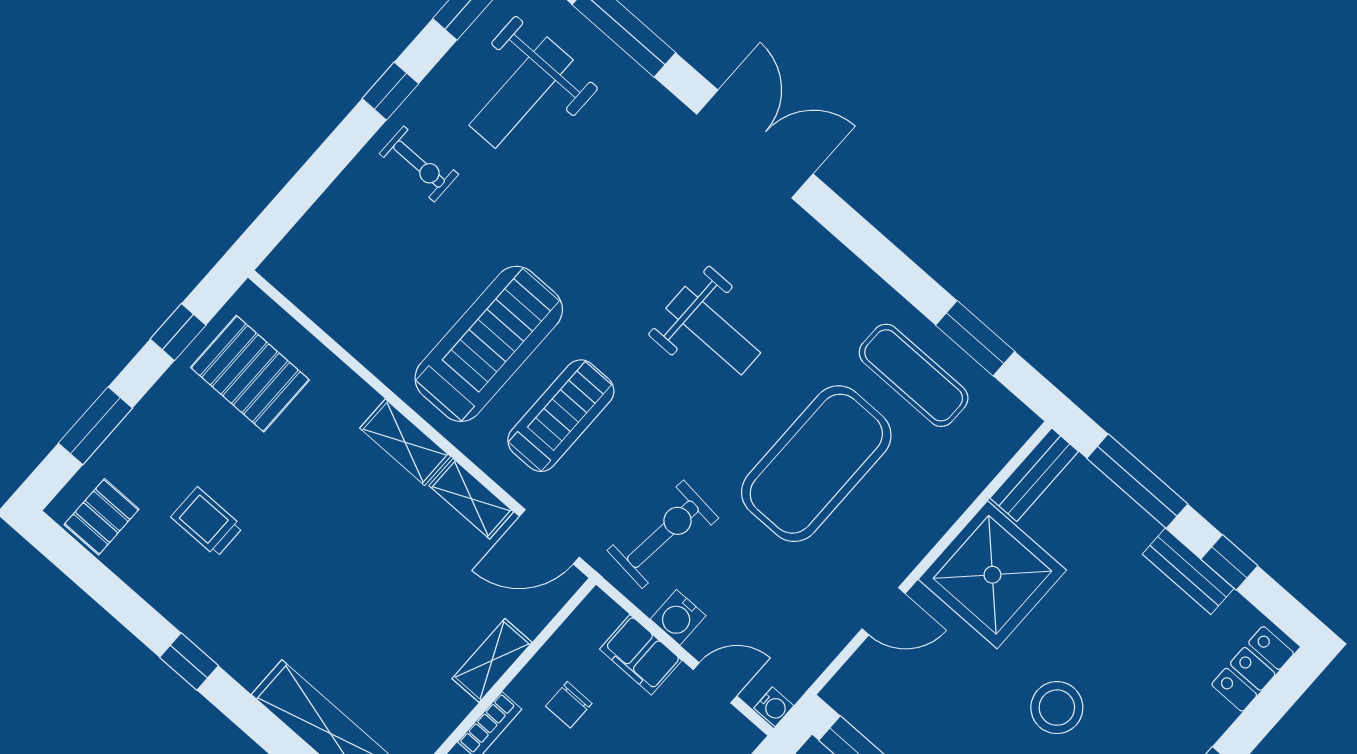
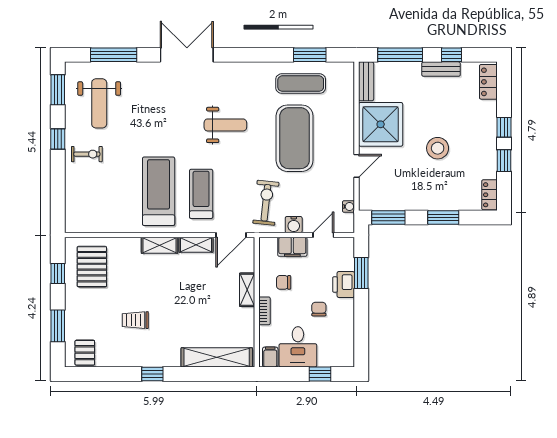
pallet: (250, 374) -> (92, 267), turned 90
trolley: (207, 522) -> (135, 320), moved
chair: (569, 705) -> (284, 282), turned 90
water cooler: (774, 707) -> (348, 207), moved

